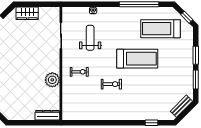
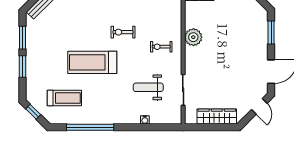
wardrobe: (27, 13) -> (217, 116), width x1.50
treadmill: (161, 29) -> (64, 98), width x0.73, depth x0.73
weight bench: (90, 38) -> (148, 87), turned 90

